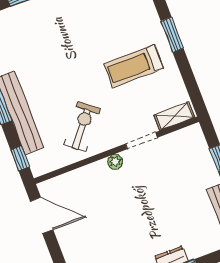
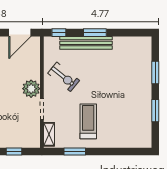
window: (172, 35) -> (75, 152), moved
plant: (115, 162) -> (31, 89), width x1.87, depth x1.87

